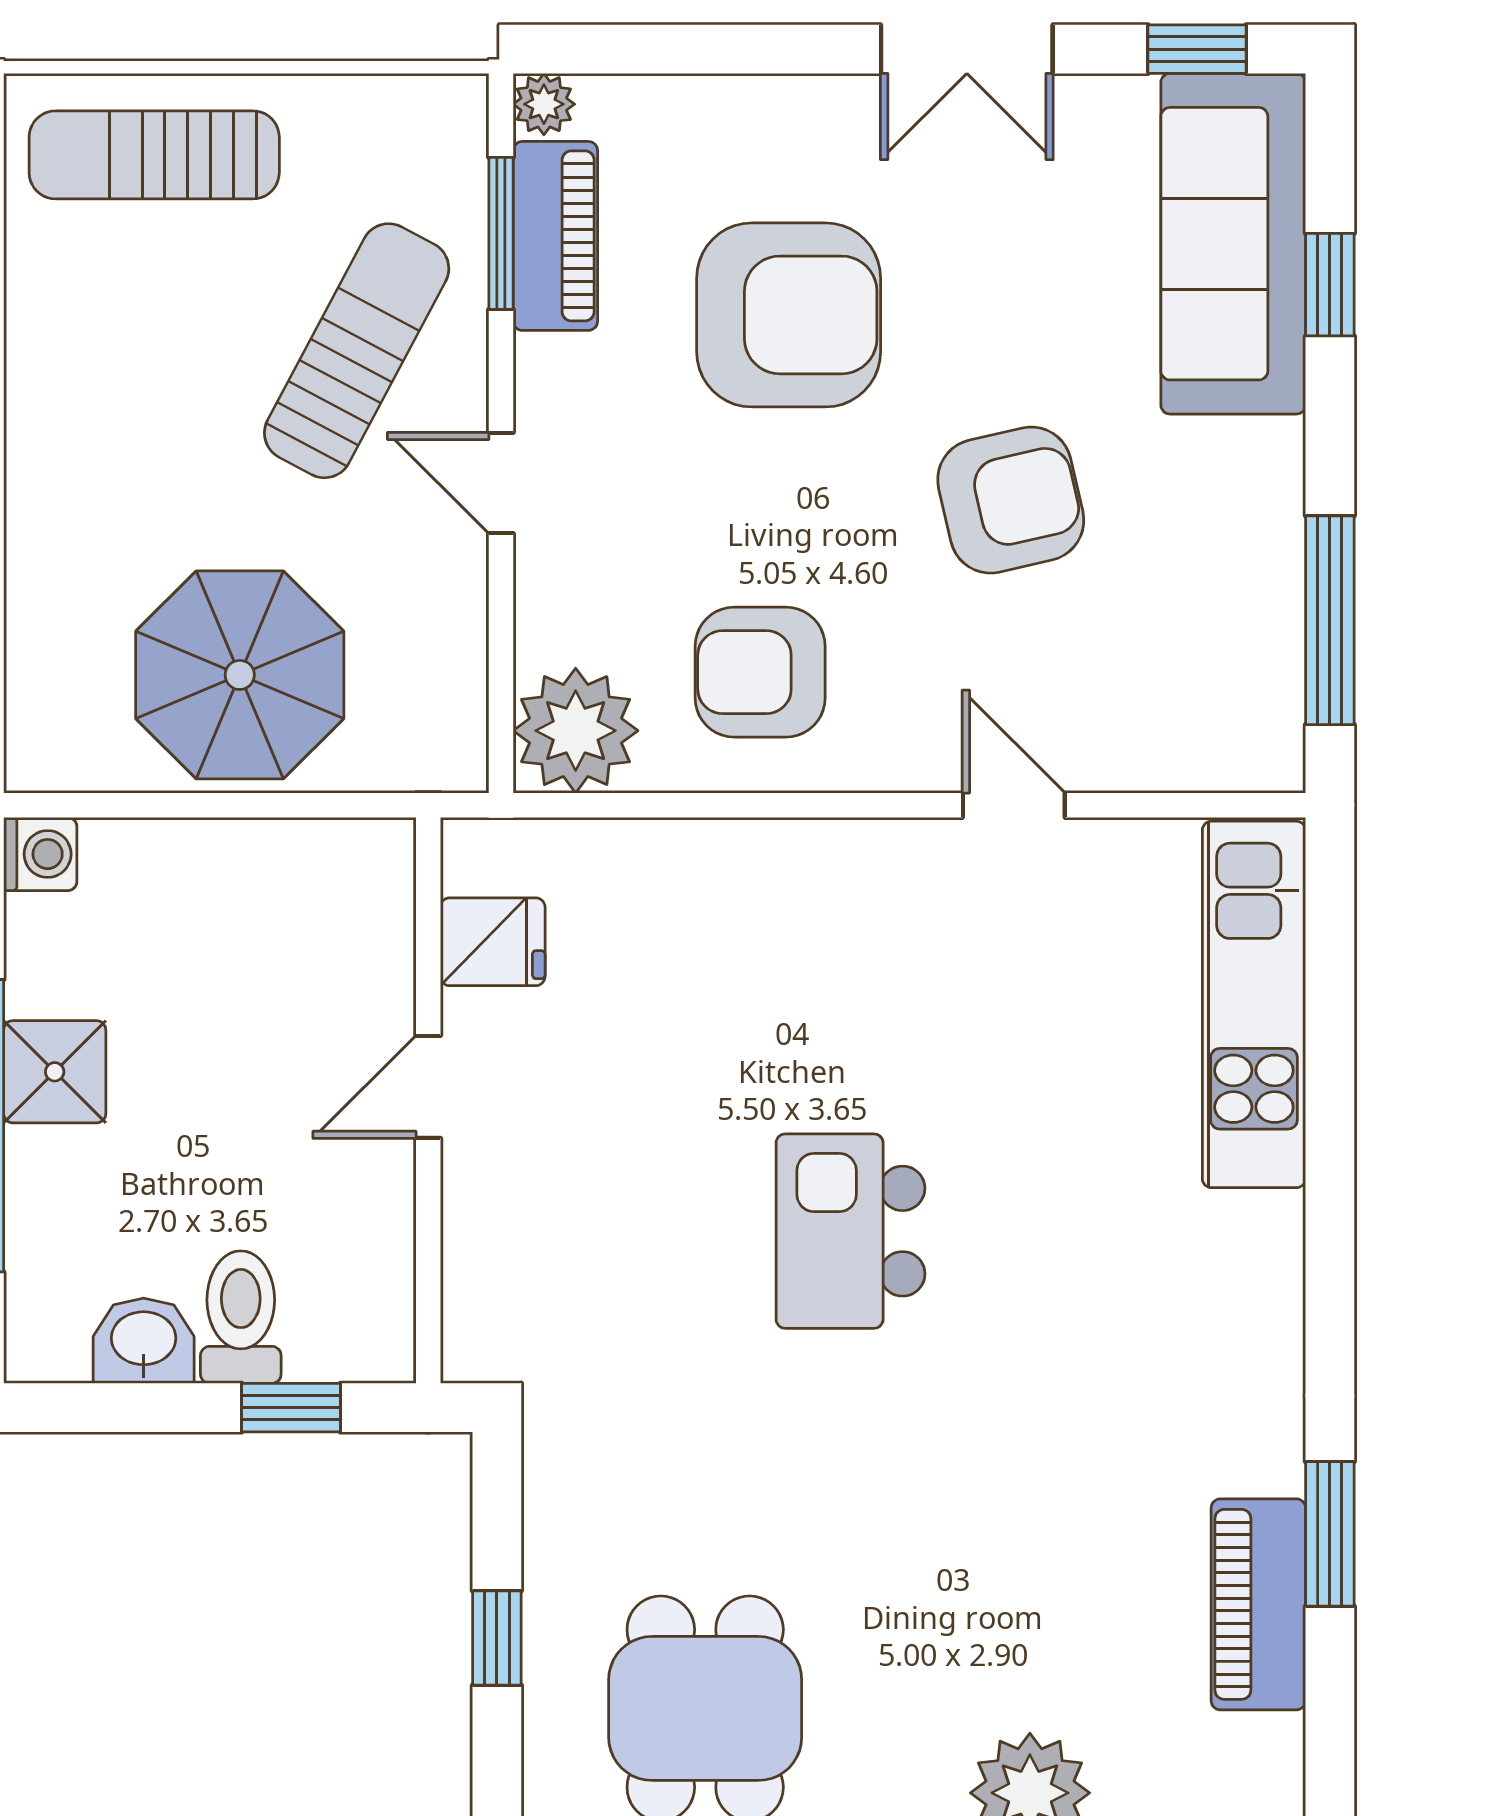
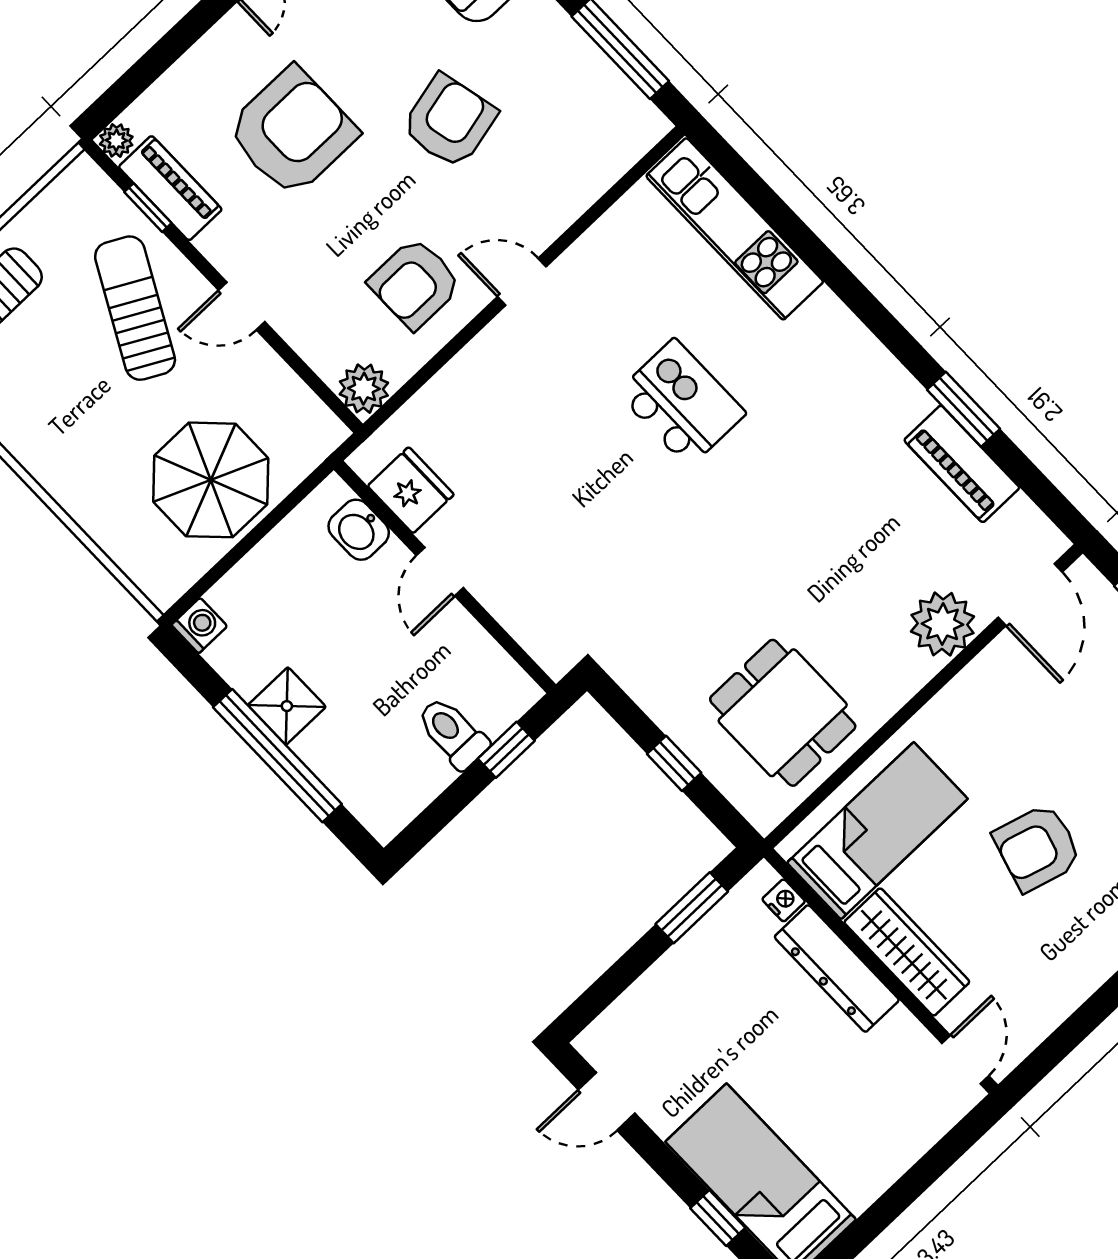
window: (501, 233) -> (148, 208), width x0.67
plant: (576, 731) -> (364, 389), width x0.73, depth x0.73
door: (1014, 805) -> (522, 282), moved
fridge: (493, 942) -> (411, 490), width x1.38
kitchen island: (850, 1231) -> (681, 403), moved, turned 180
washbasin: (144, 1341) -> (359, 530), moved, turned -90

